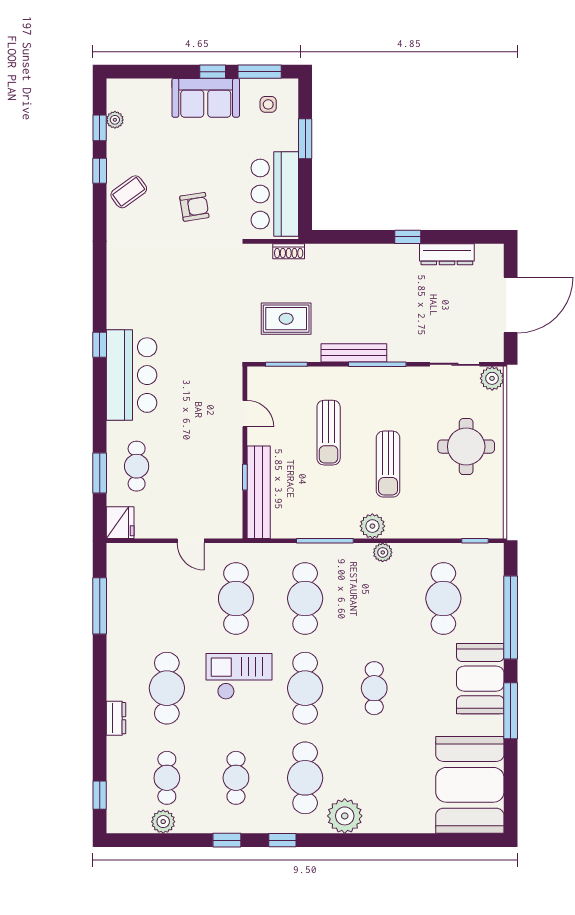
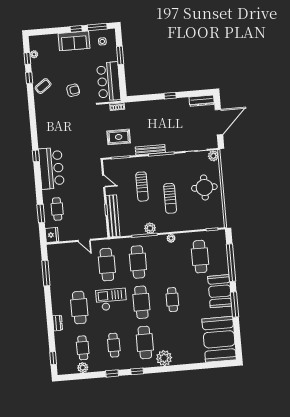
dresser: (447, 254) -> (202, 101), moved
plant: (372, 526) -> (150, 228), moved

